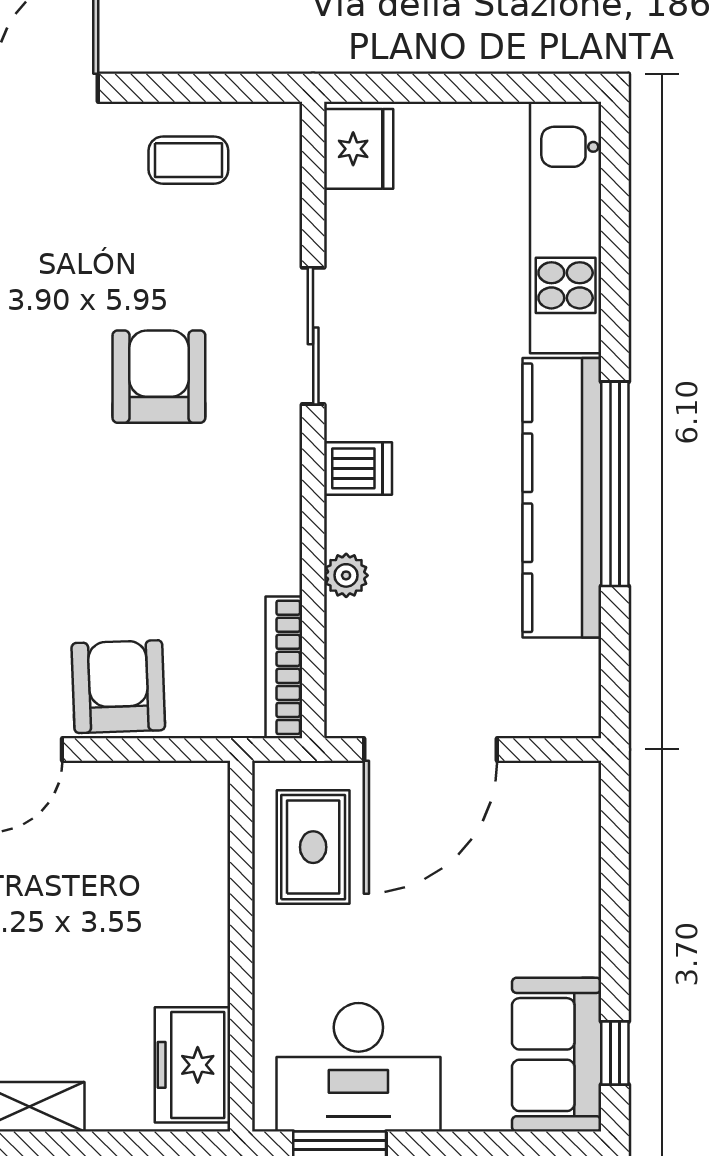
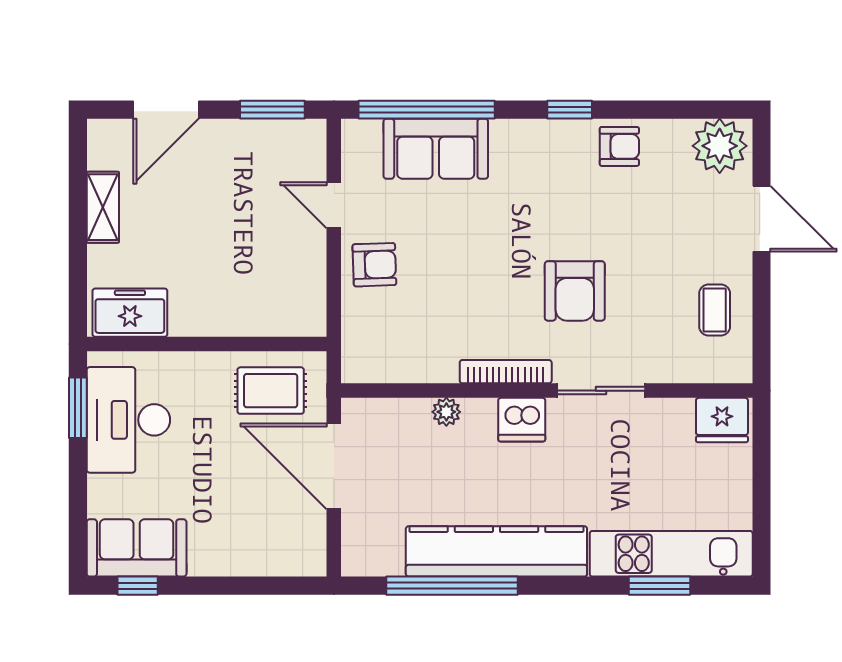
window: (615, 245) -> (660, 586), added
armchair: (159, 377) -> (575, 291), turned 90
dishwasher: (358, 468) -> (522, 420), width x1.38
window: (615, 484) -> (452, 586), moved
bookcase: (284, 667) -> (506, 372), moved
armchair: (118, 687) -> (374, 265), width x0.72, depth x0.72

